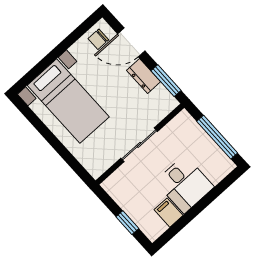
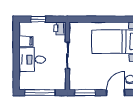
dresser: (144, 76) -> (96, 85), removed
printer: (114, 185) -> (60, 28), added

